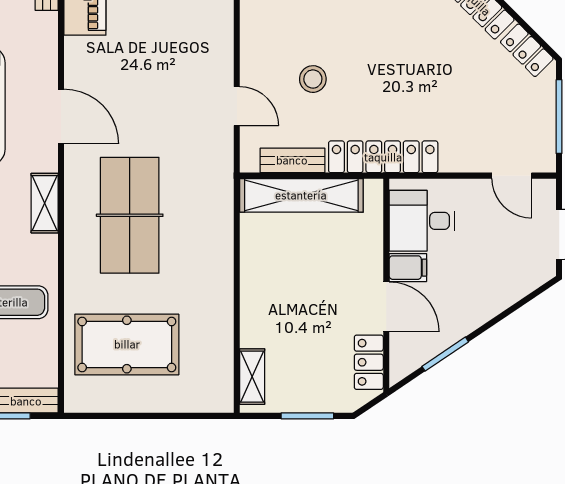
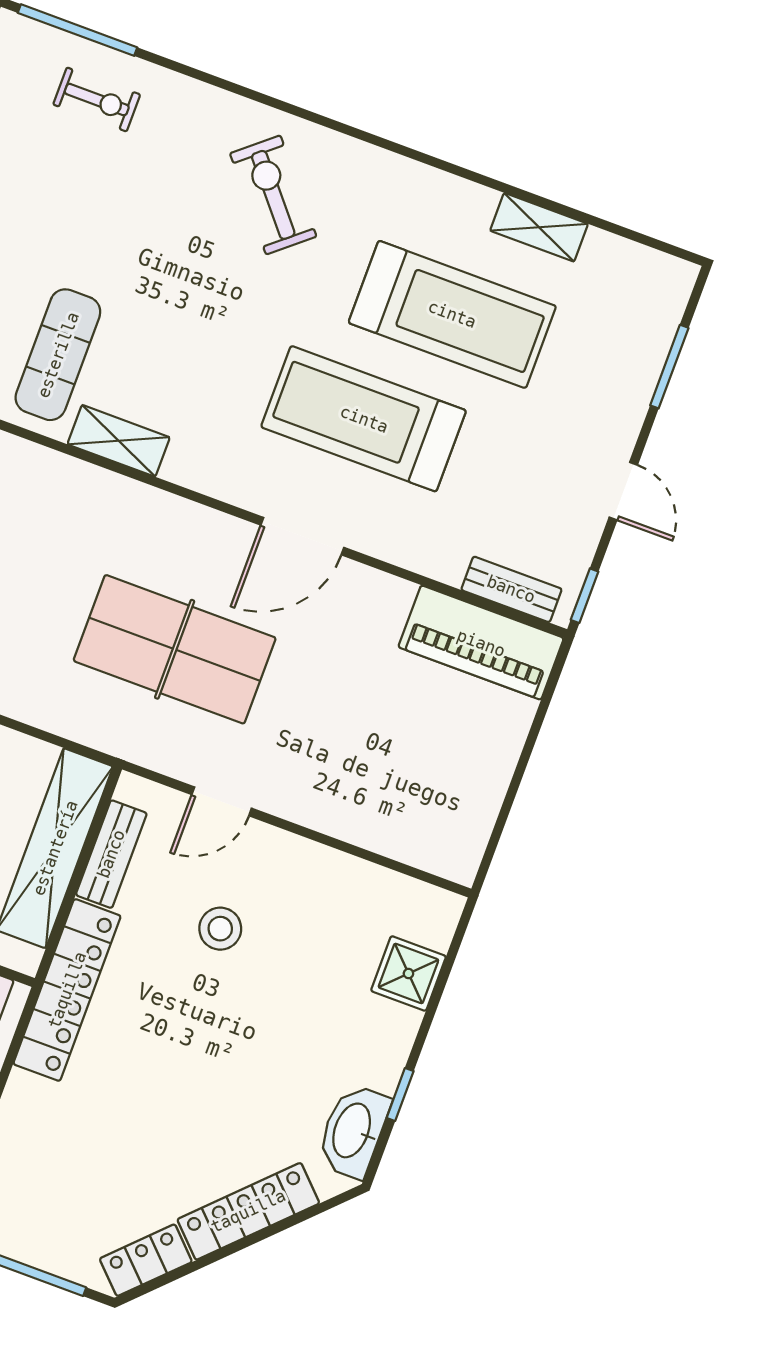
shelving: (45, 203) -> (119, 441), moved
table tennis table: (130, 215) -> (175, 649), moved

